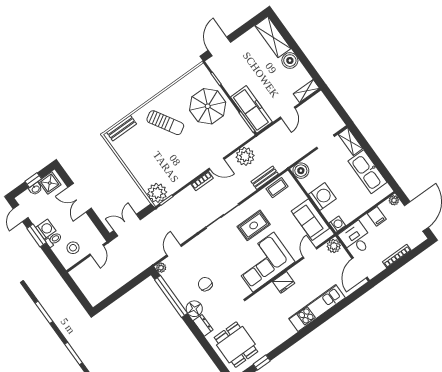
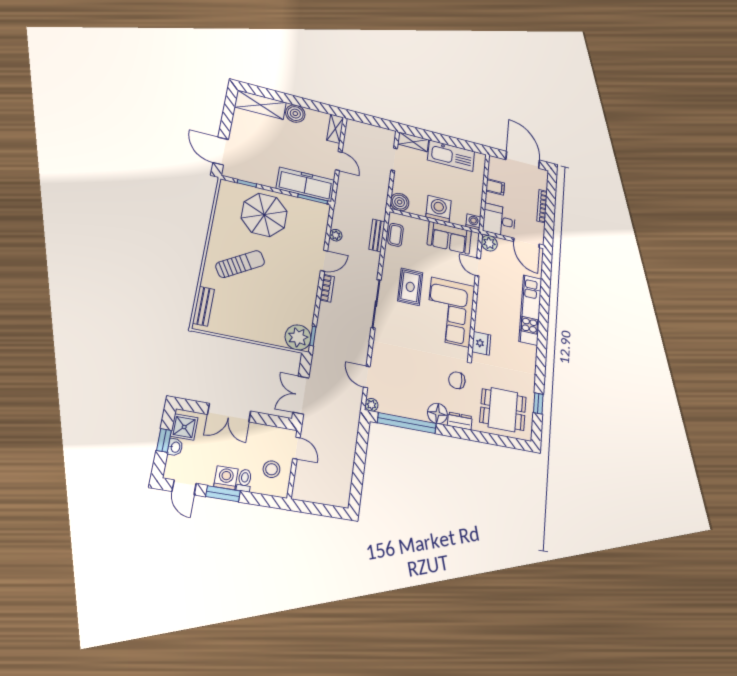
plant: (245, 156) -> (336, 235), width x0.53, depth x0.53
plant: (394, 200) -> (494, 162), removed
fridge: (284, 282) -> (481, 343), moved
chair: (205, 284) -> (457, 380), moved

